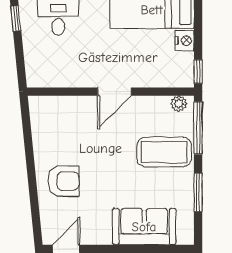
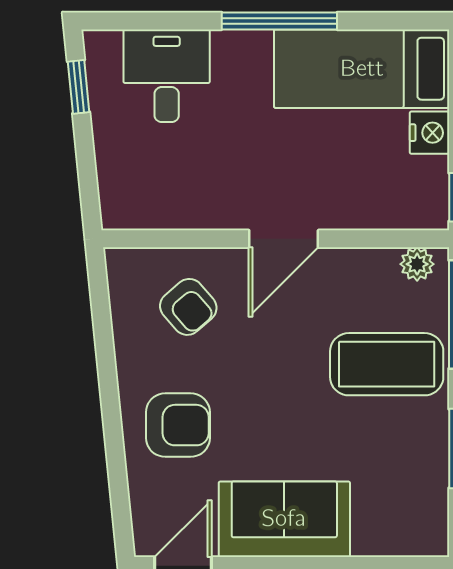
armchair: (69, 124) -> (188, 307), added
sofa: (144, 227) -> (284, 519), moved

